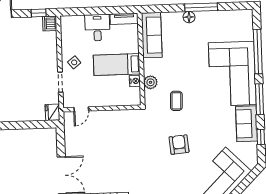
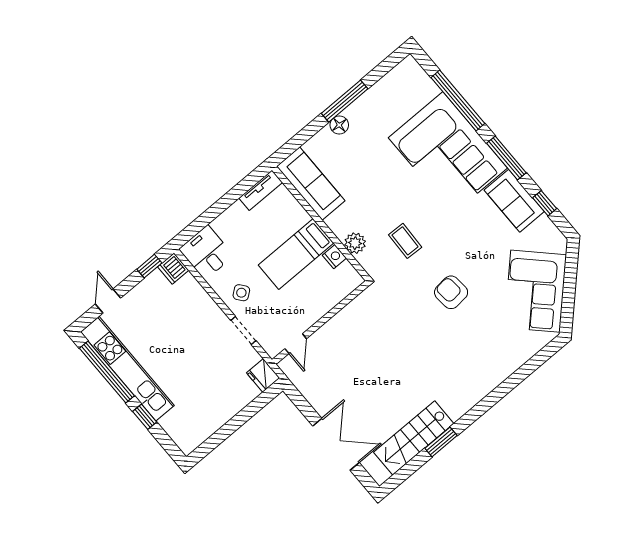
desk: (97, 28) -> (206, 252), moved

